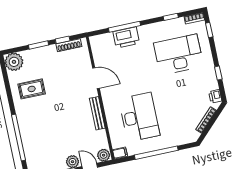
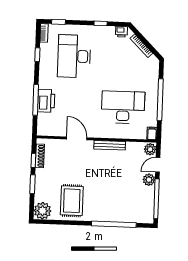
door: (96, 78) -> (77, 138), hinge flipped
rug: (32, 89) -> (72, 201), width x1.36, depth x1.43

